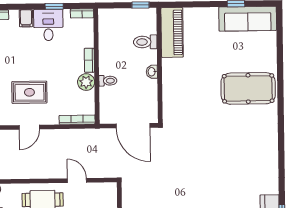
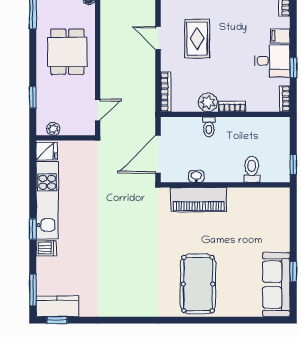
piano: (172, 32) -> (199, 200), moved
washbasin: (152, 72) -> (196, 176), moved
door: (77, 180) -> (98, 110), moved

